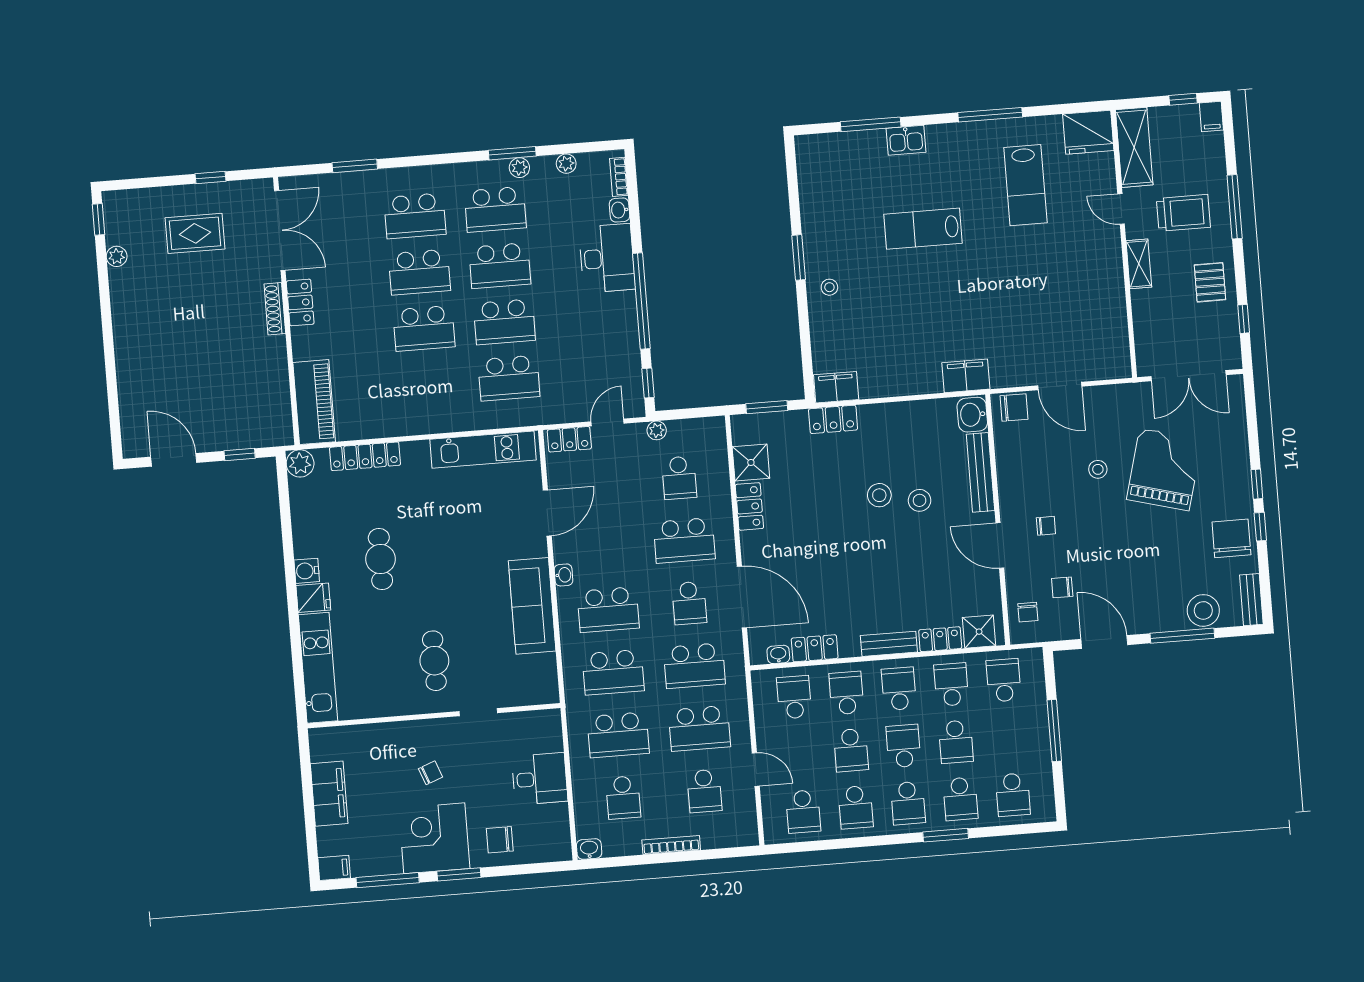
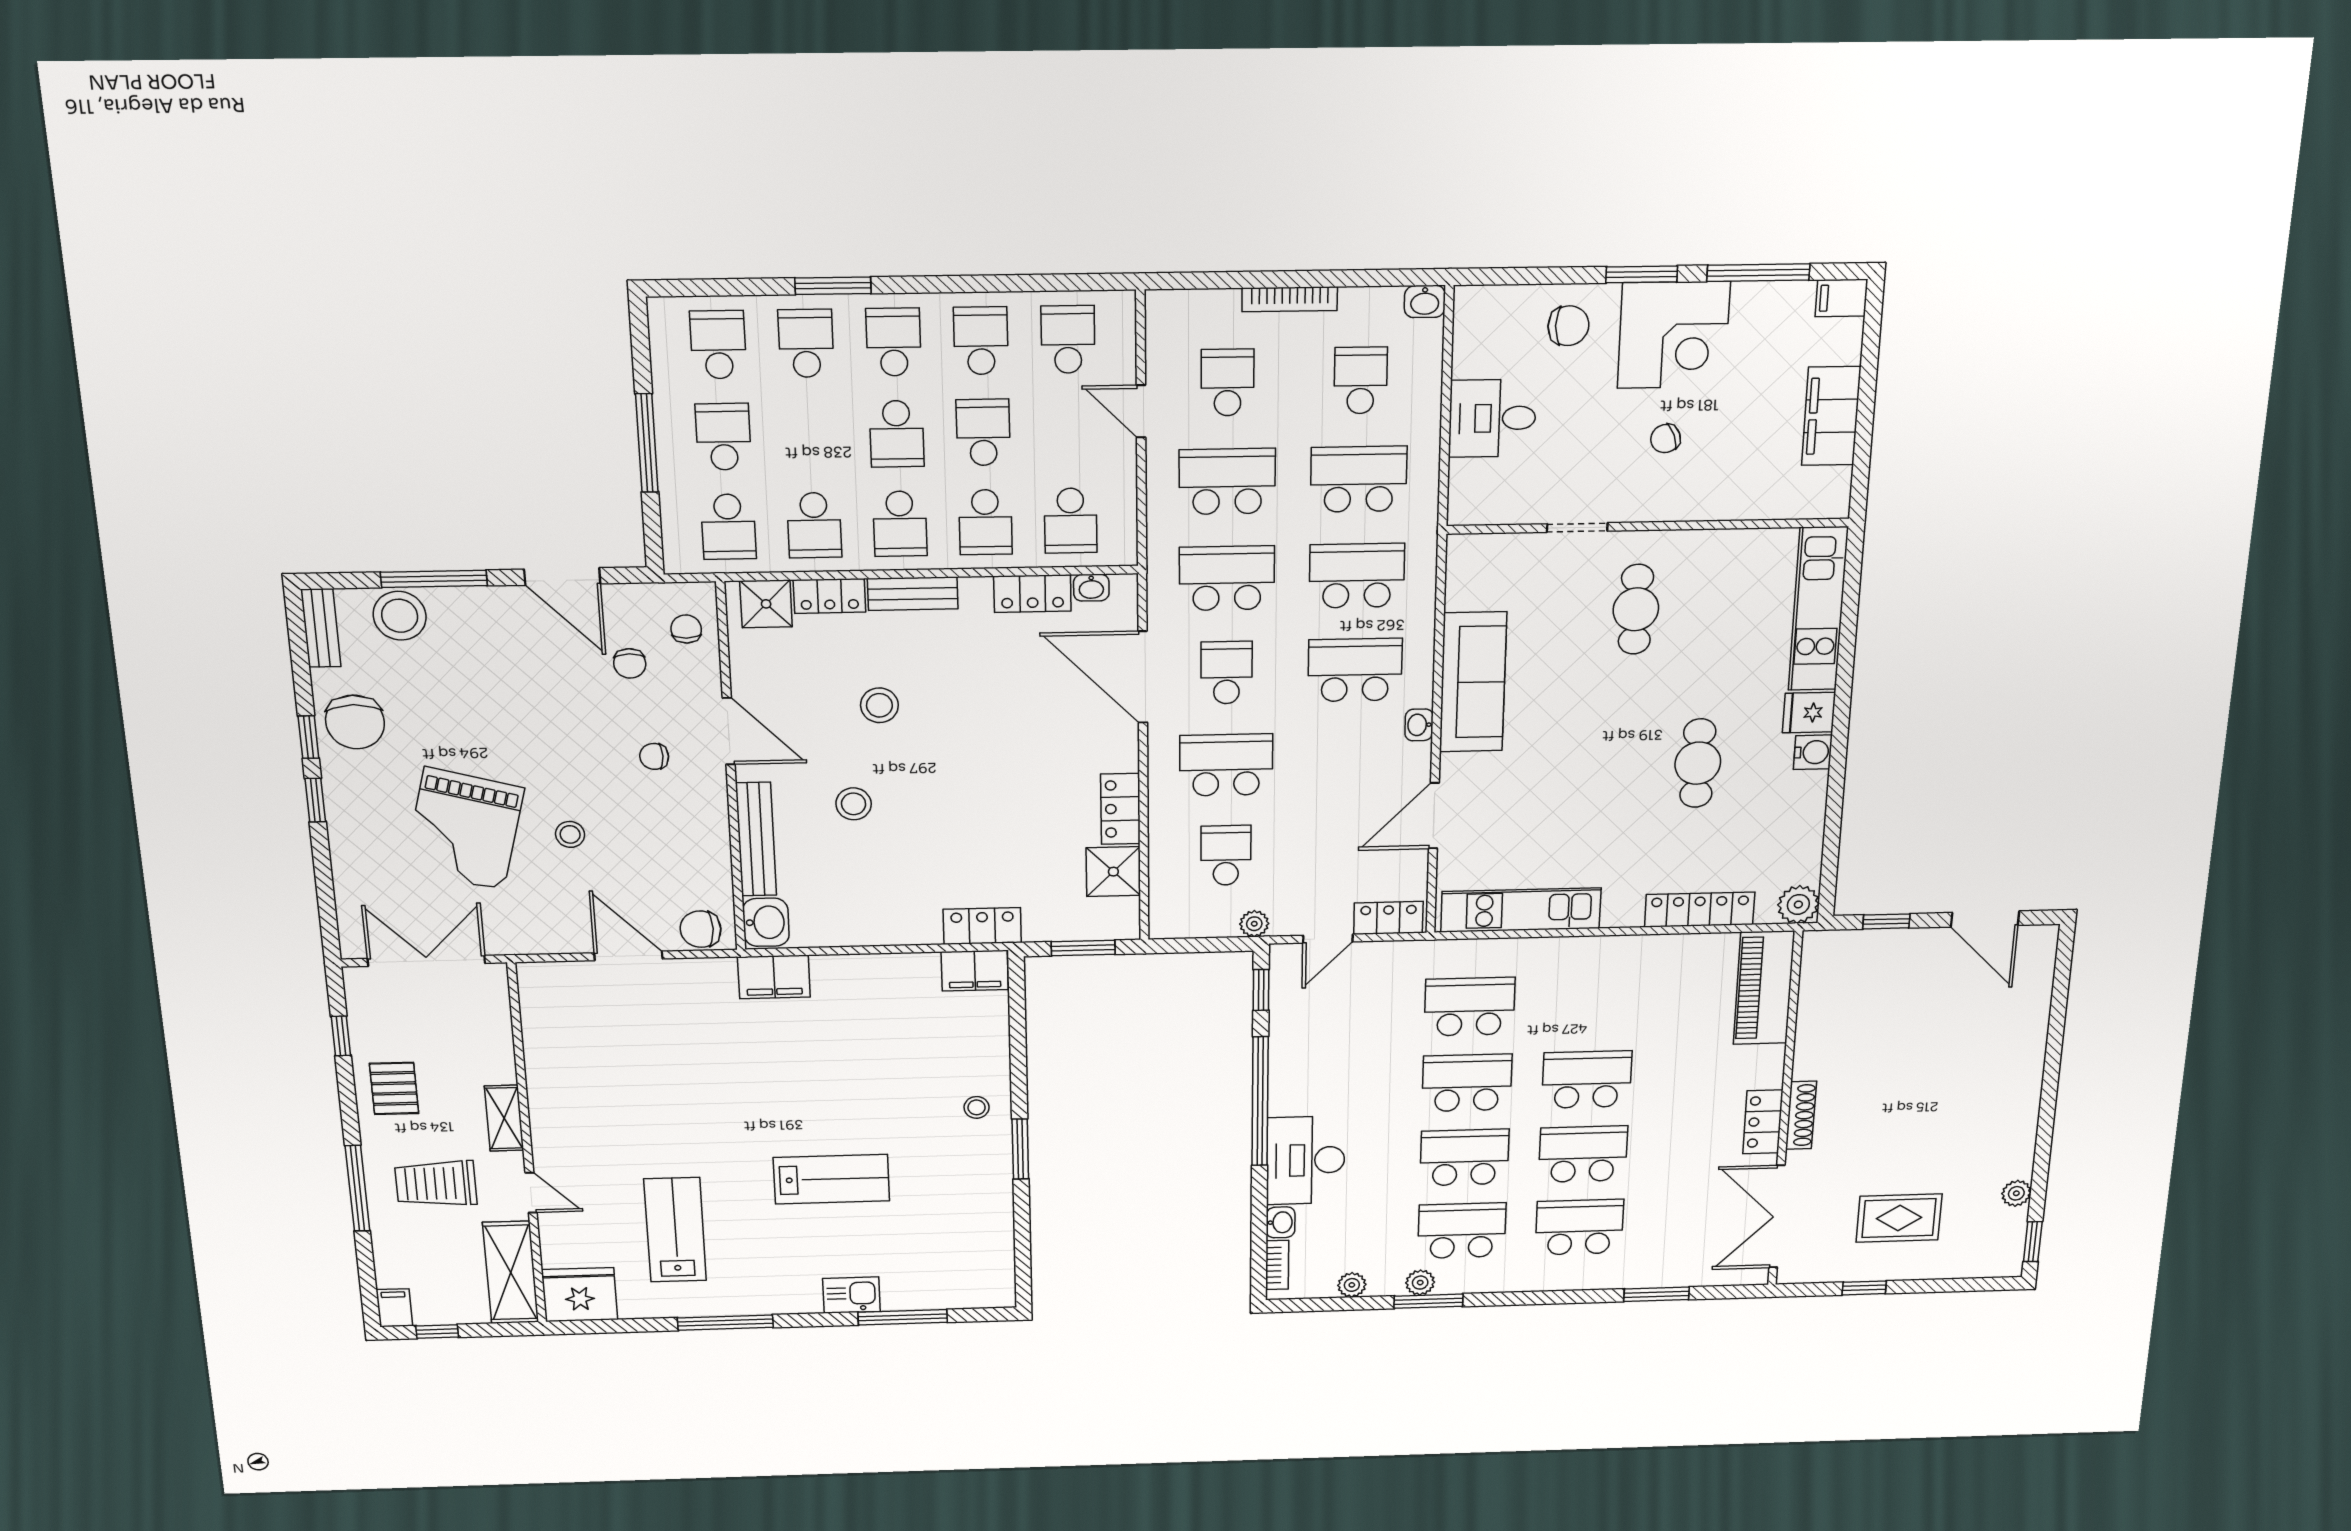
stool: (879, 495) -> (879, 705), moved
chair: (1062, 587) -> (630, 663), turned 90
school desk: (956, 742) -> (723, 437), moved

